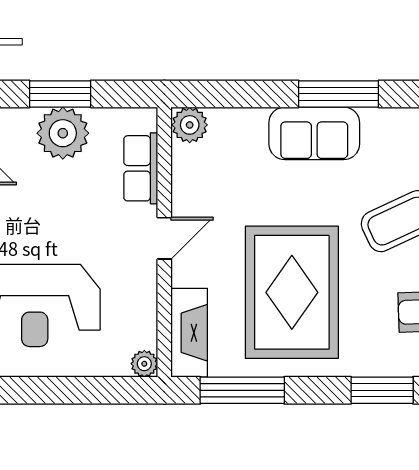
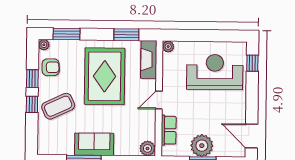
window: (242, 390) -> (126, 35), width x0.69

